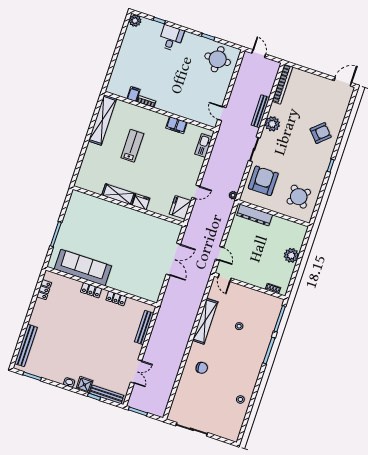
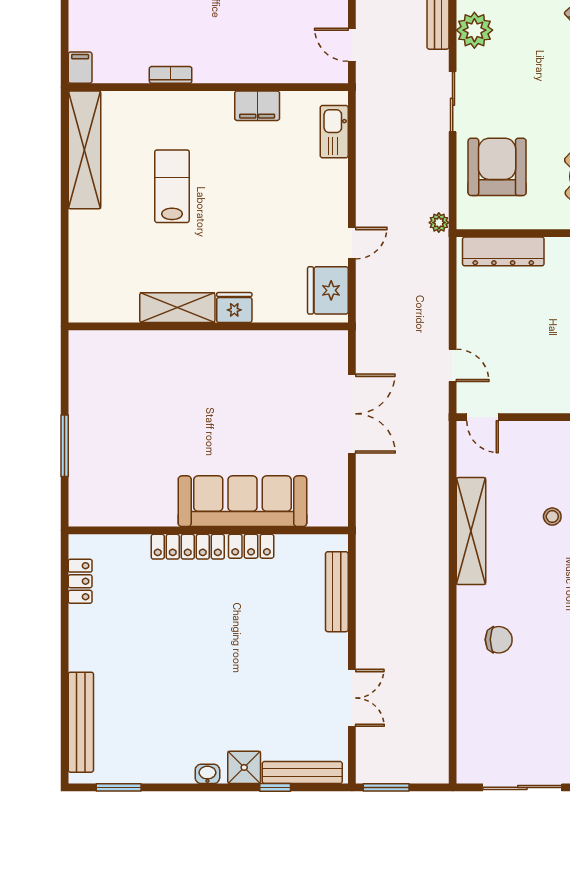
filing cabinet: (134, 94) -> (80, 68), moved
sofa: (83, 268) -> (242, 501), moved
locker: (91, 290) -> (188, 547), width x1.53

